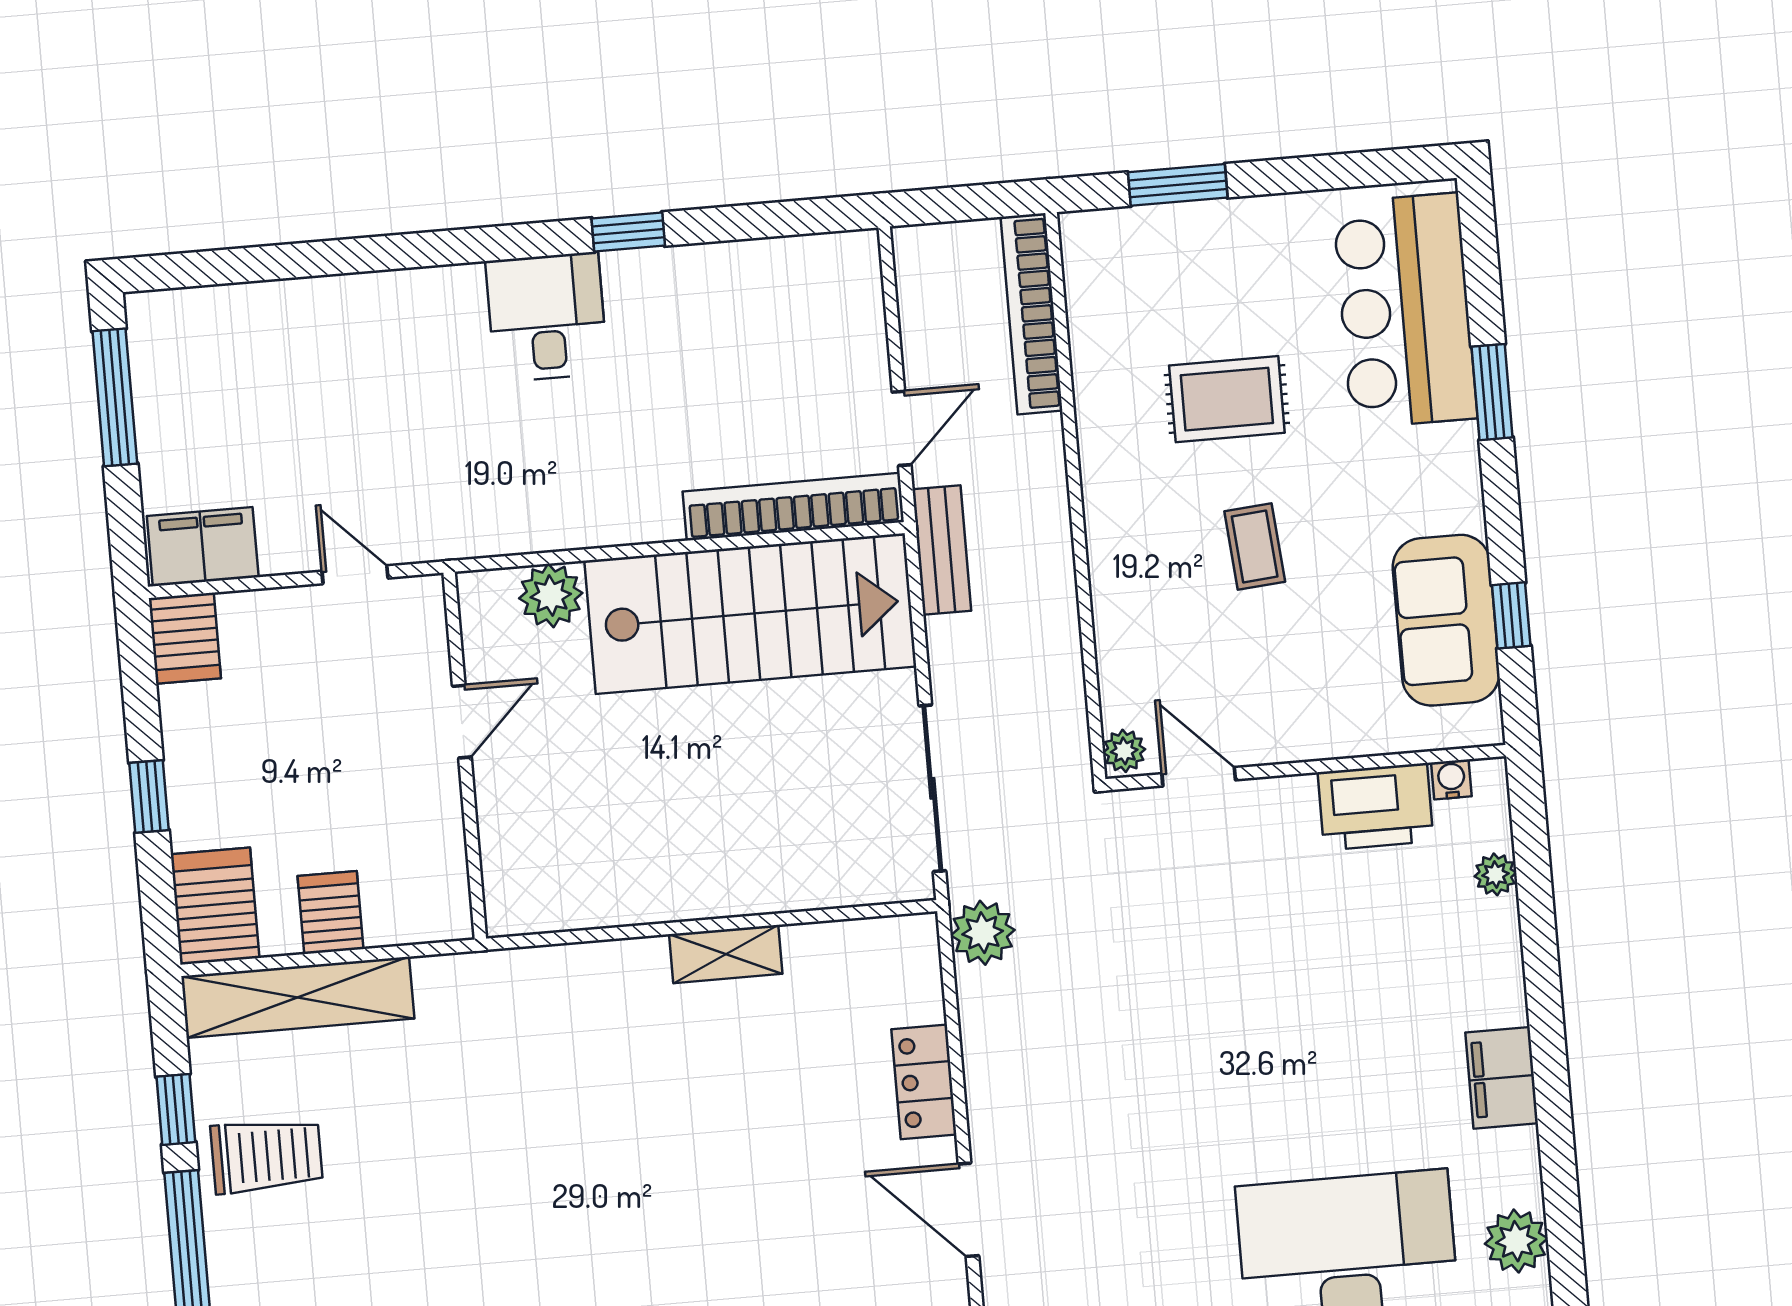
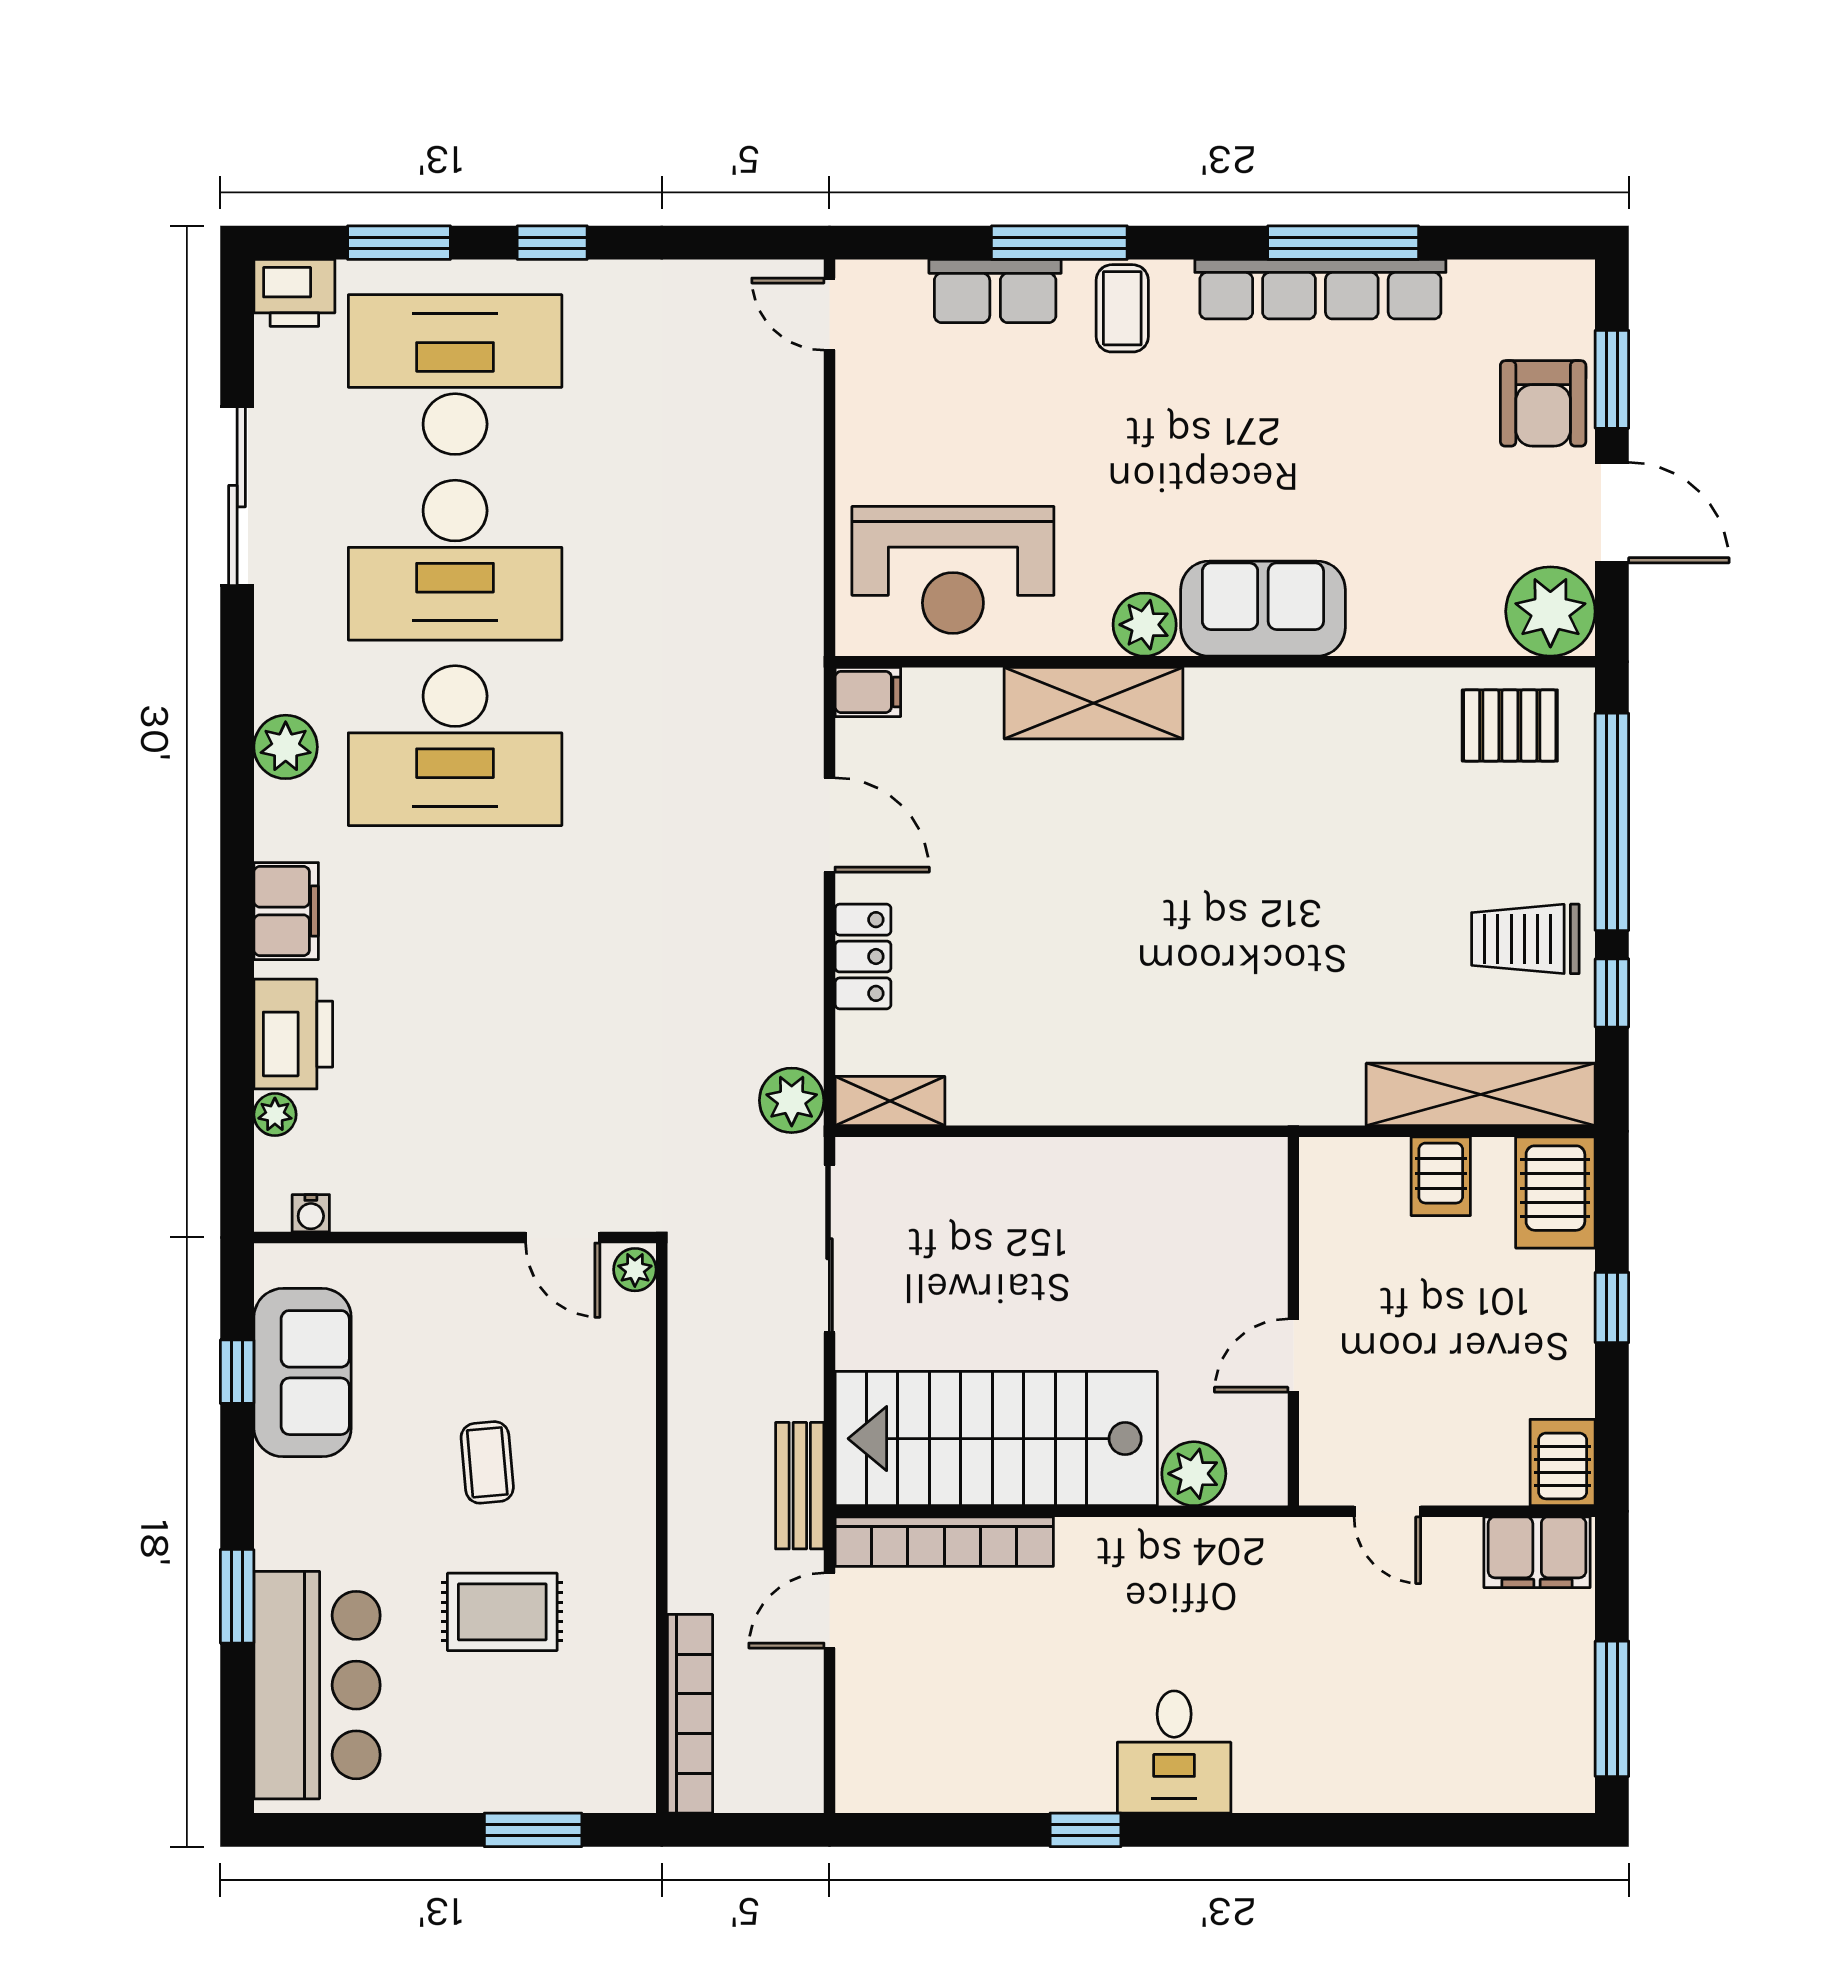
printer: (1376, 807) -> (293, 1034), moved, turned 90
shelving: (726, 954) -> (890, 1101), moved

